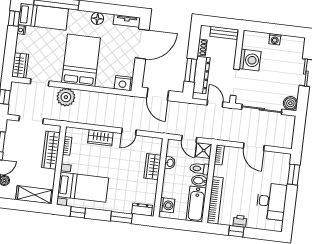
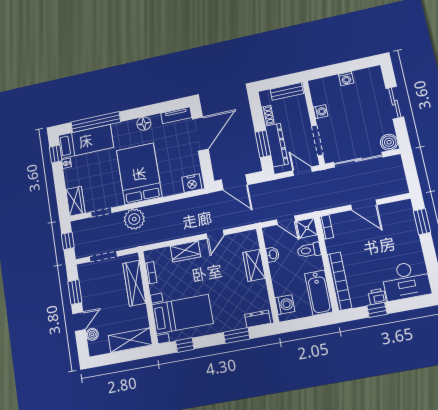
washing machine: (250, 60) -> (321, 112), width x0.53, depth x0.53
bidet: (200, 181) -> (314, 264), removed
desk: (271, 201) -> (406, 281), moved, turned 90

